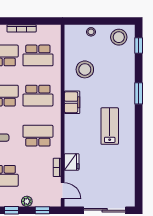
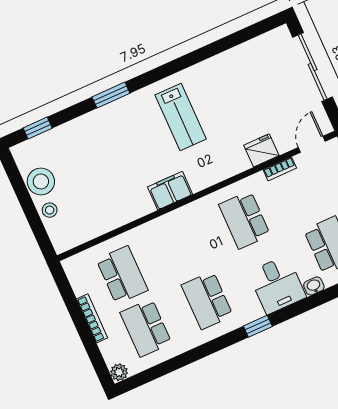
stool: (119, 37) -> (41, 182), moved
stool: (85, 69) -> (111, 194), removed
school desk: (38, 96) -> (183, 247), removed
lab bench: (110, 126) -> (181, 117), turned -90

